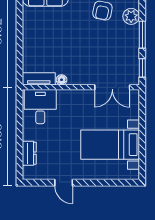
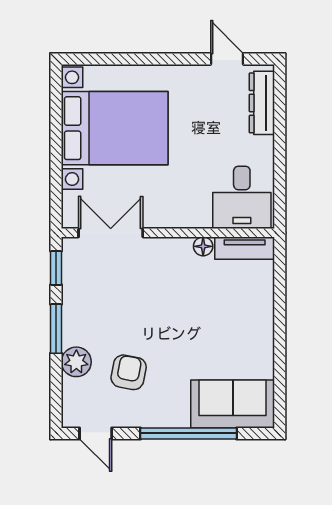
bed with nightstands: (110, 145) -> (115, 128), width x1.36
dresser: (29, 153) -> (262, 103), width x1.44
door: (64, 183) -> (227, 59), moved

